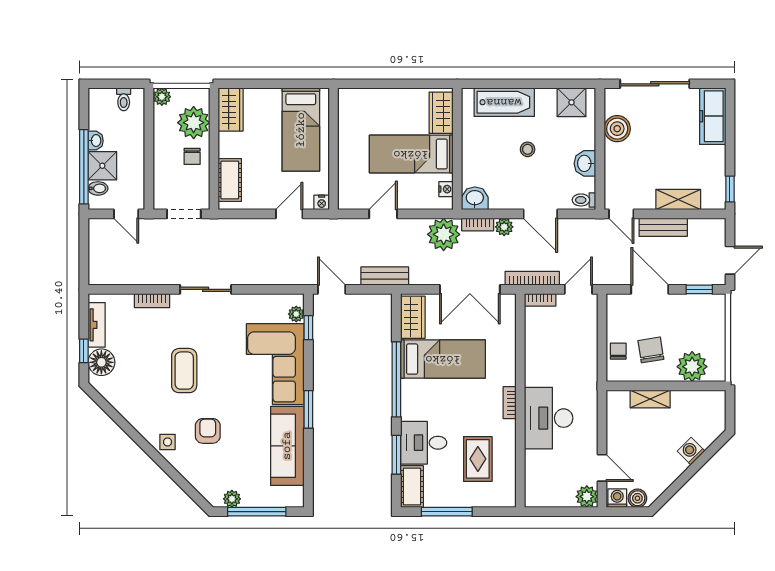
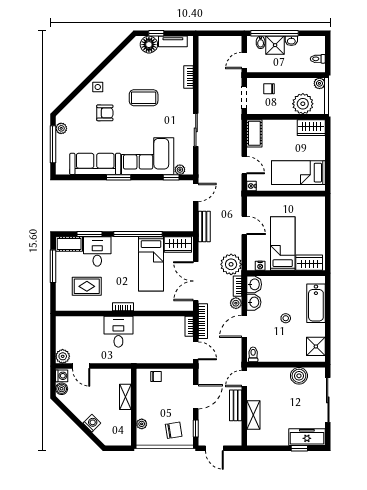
chair: (192, 156) -> (269, 89), moved
washbasin: (585, 163) -> (254, 302), moved, turned 90
cot: (230, 180) -> (254, 133), moved, turned 90
window: (730, 189) -> (299, 448), moved
sliding door: (206, 289) -> (196, 130), moved
chair: (651, 350) -> (174, 430), moved
plant: (692, 367) -> (142, 424), width x0.53, depth x0.53
desk: (549, 418) -> (118, 332), width x0.73
door: (602, 468) -> (81, 366), hinge flipped

